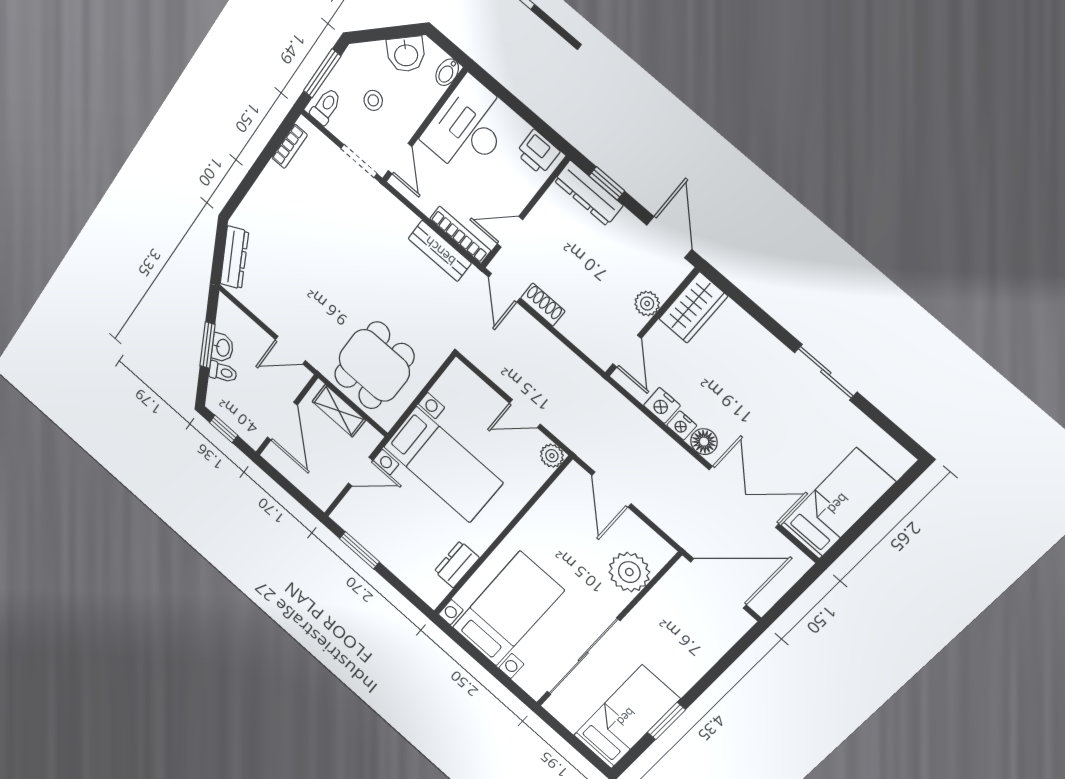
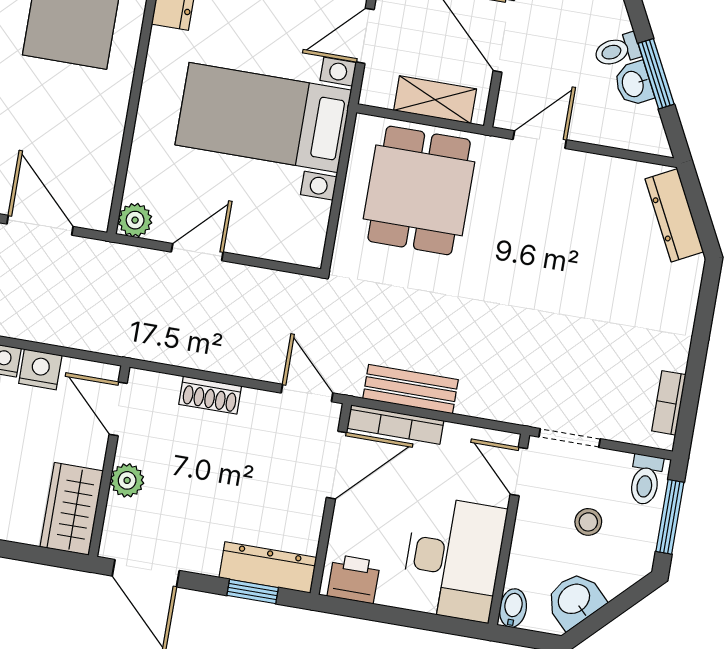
door: (510, 232) -> (337, 465), width x1.38
shoe rack: (543, 305) -> (210, 395), moved

